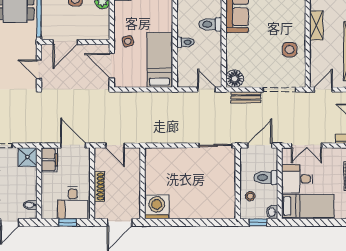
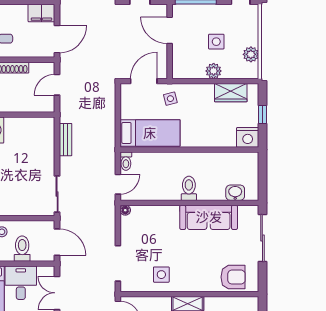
toilet: (185, 42) -> (126, 161), moved
floor lamp: (235, 79) -> (125, 210), width x0.53, depth x0.53
bench: (246, 97) -> (66, 140), moved

